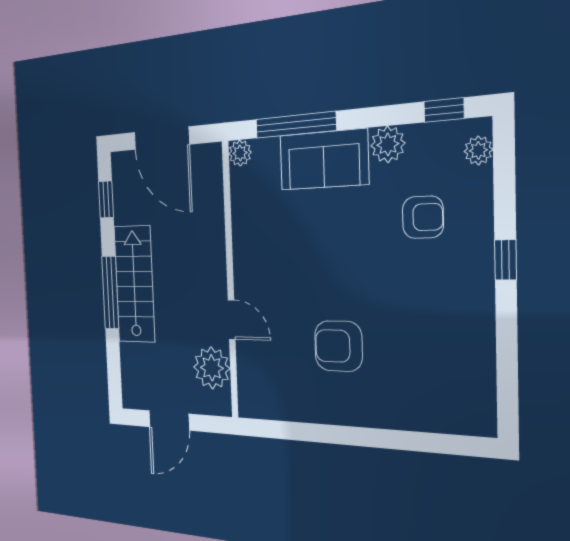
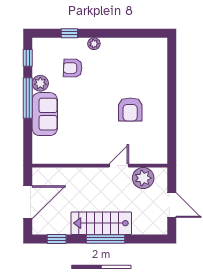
window: (295, 125) -> (28, 98), moved
plant: (478, 150) -> (94, 44), moved
plant: (240, 153) -> (38, 158), removed
armchair: (423, 217) -> (73, 68), turned -88
window: (505, 260) -> (69, 33), moved

